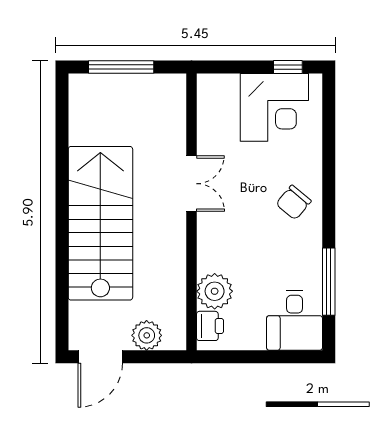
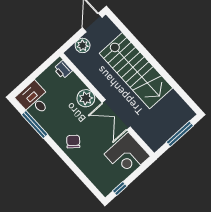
corner desk: (274, 107) -> (127, 155), moved, turned -90
double door: (191, 184) -> (116, 115), width x1.37
plant: (215, 291) -> (86, 98), moved

